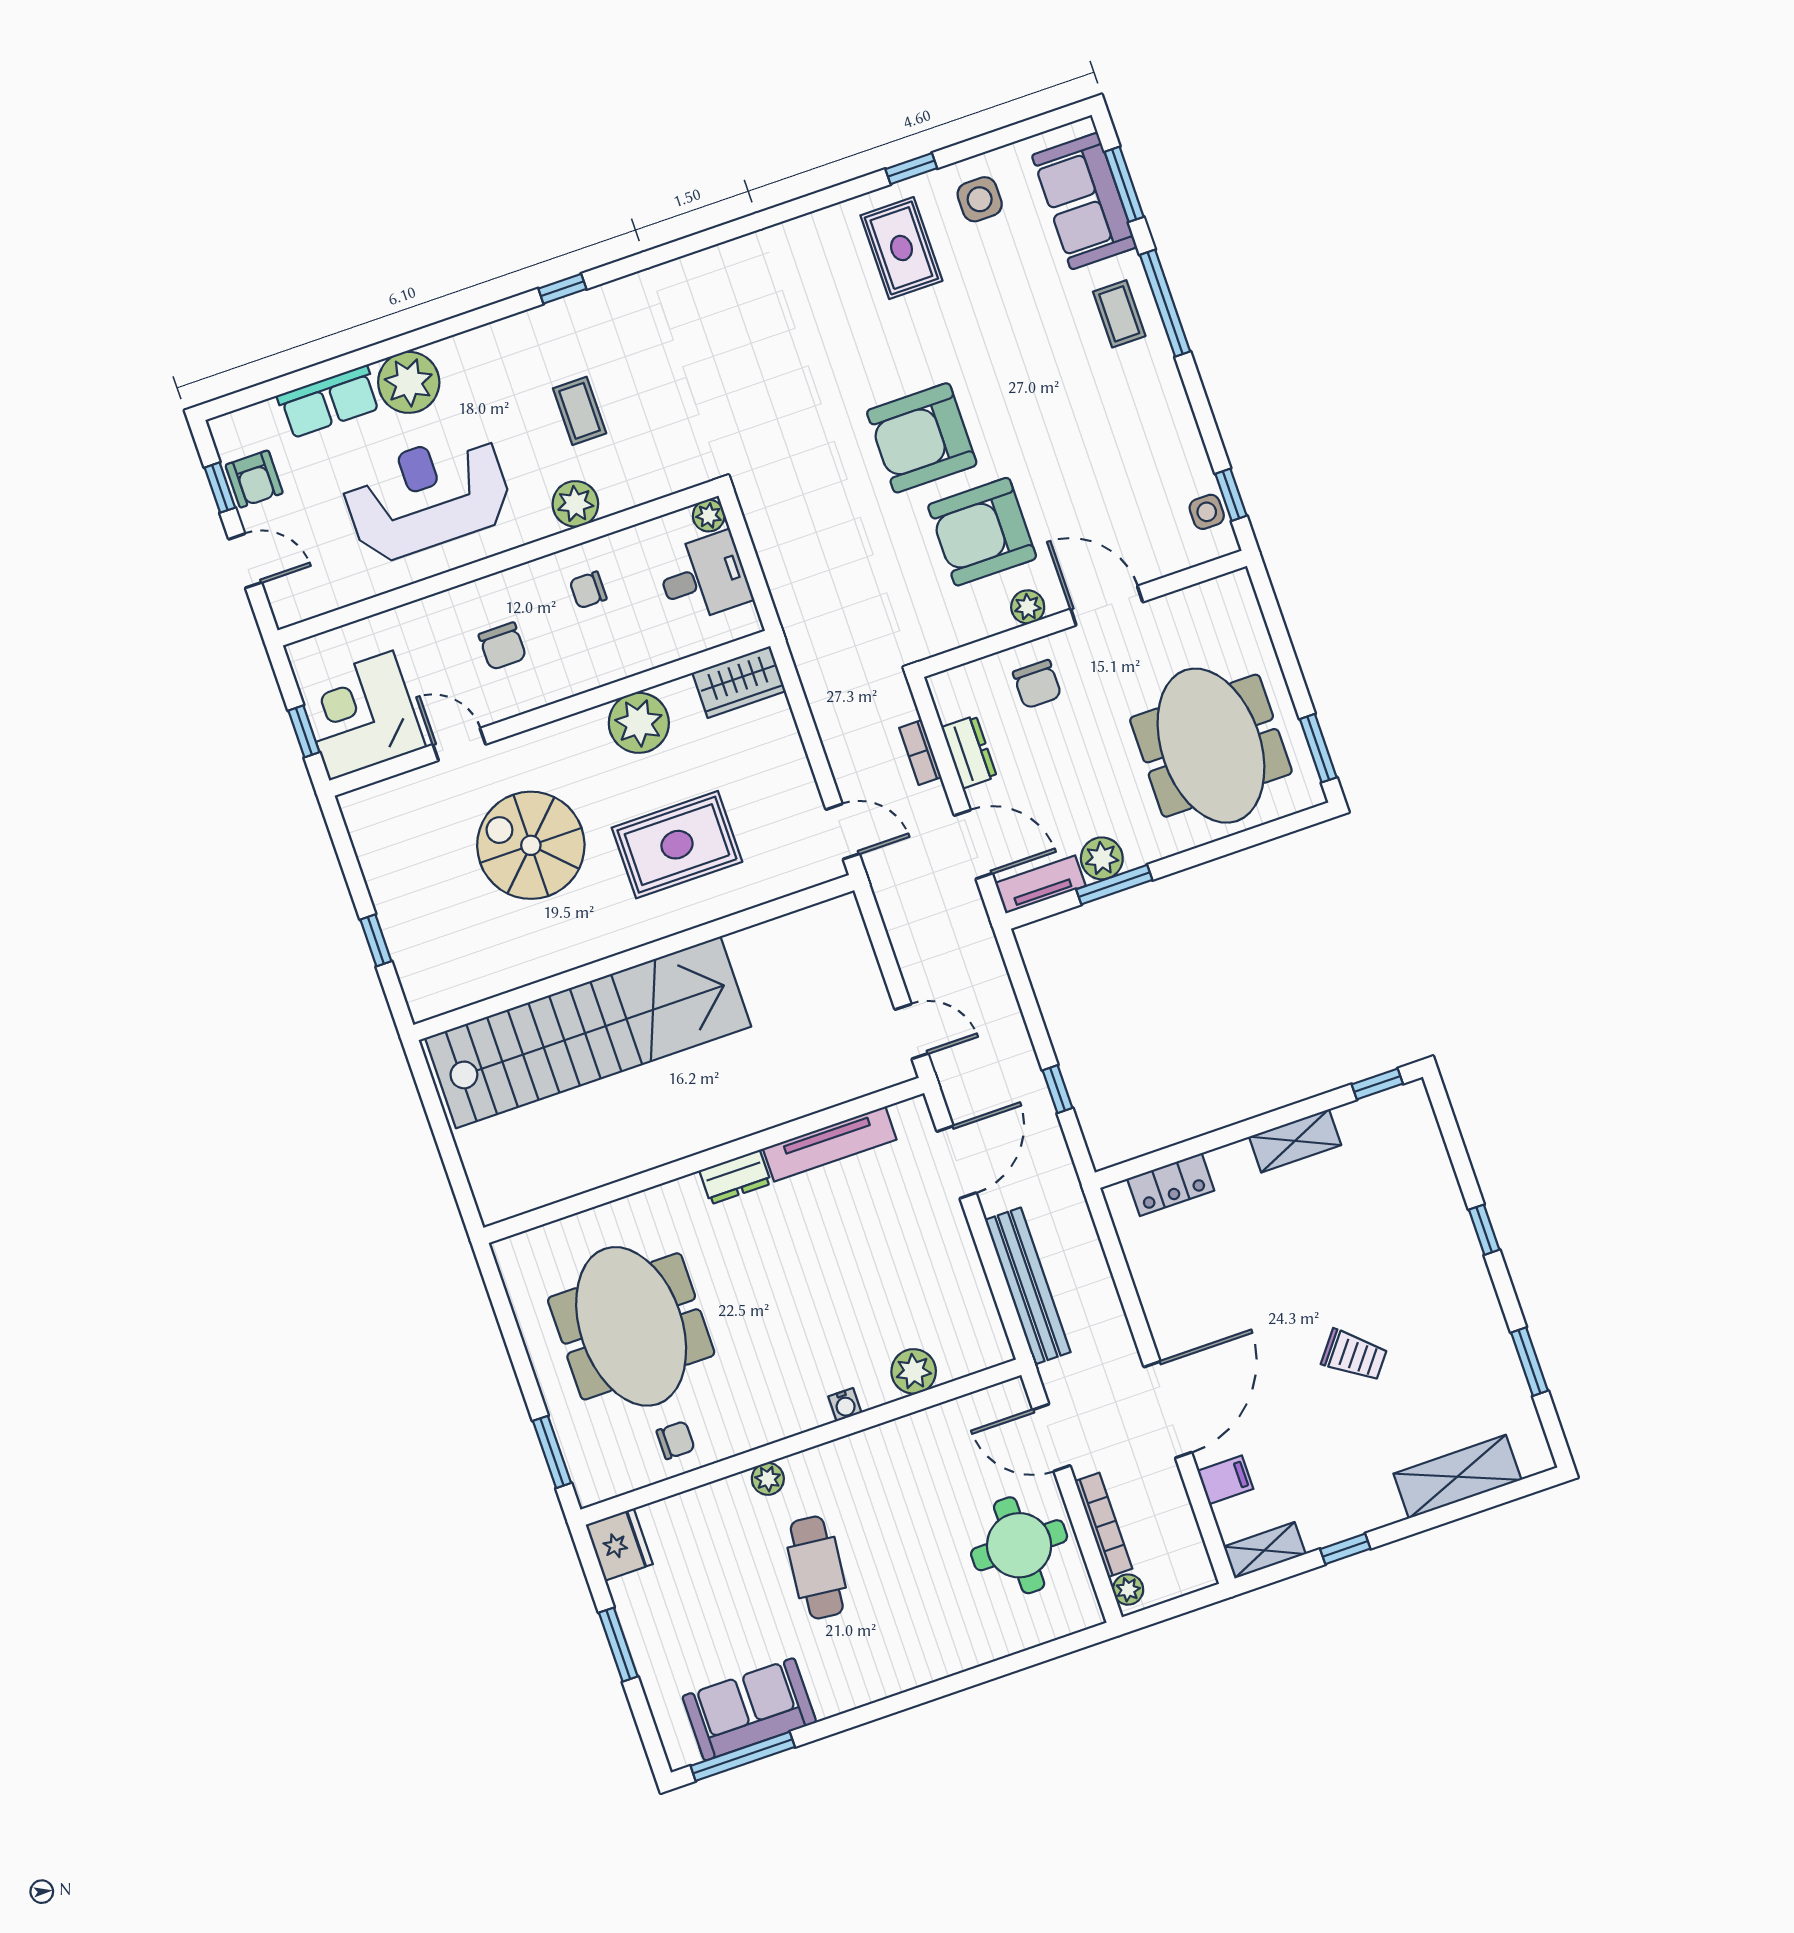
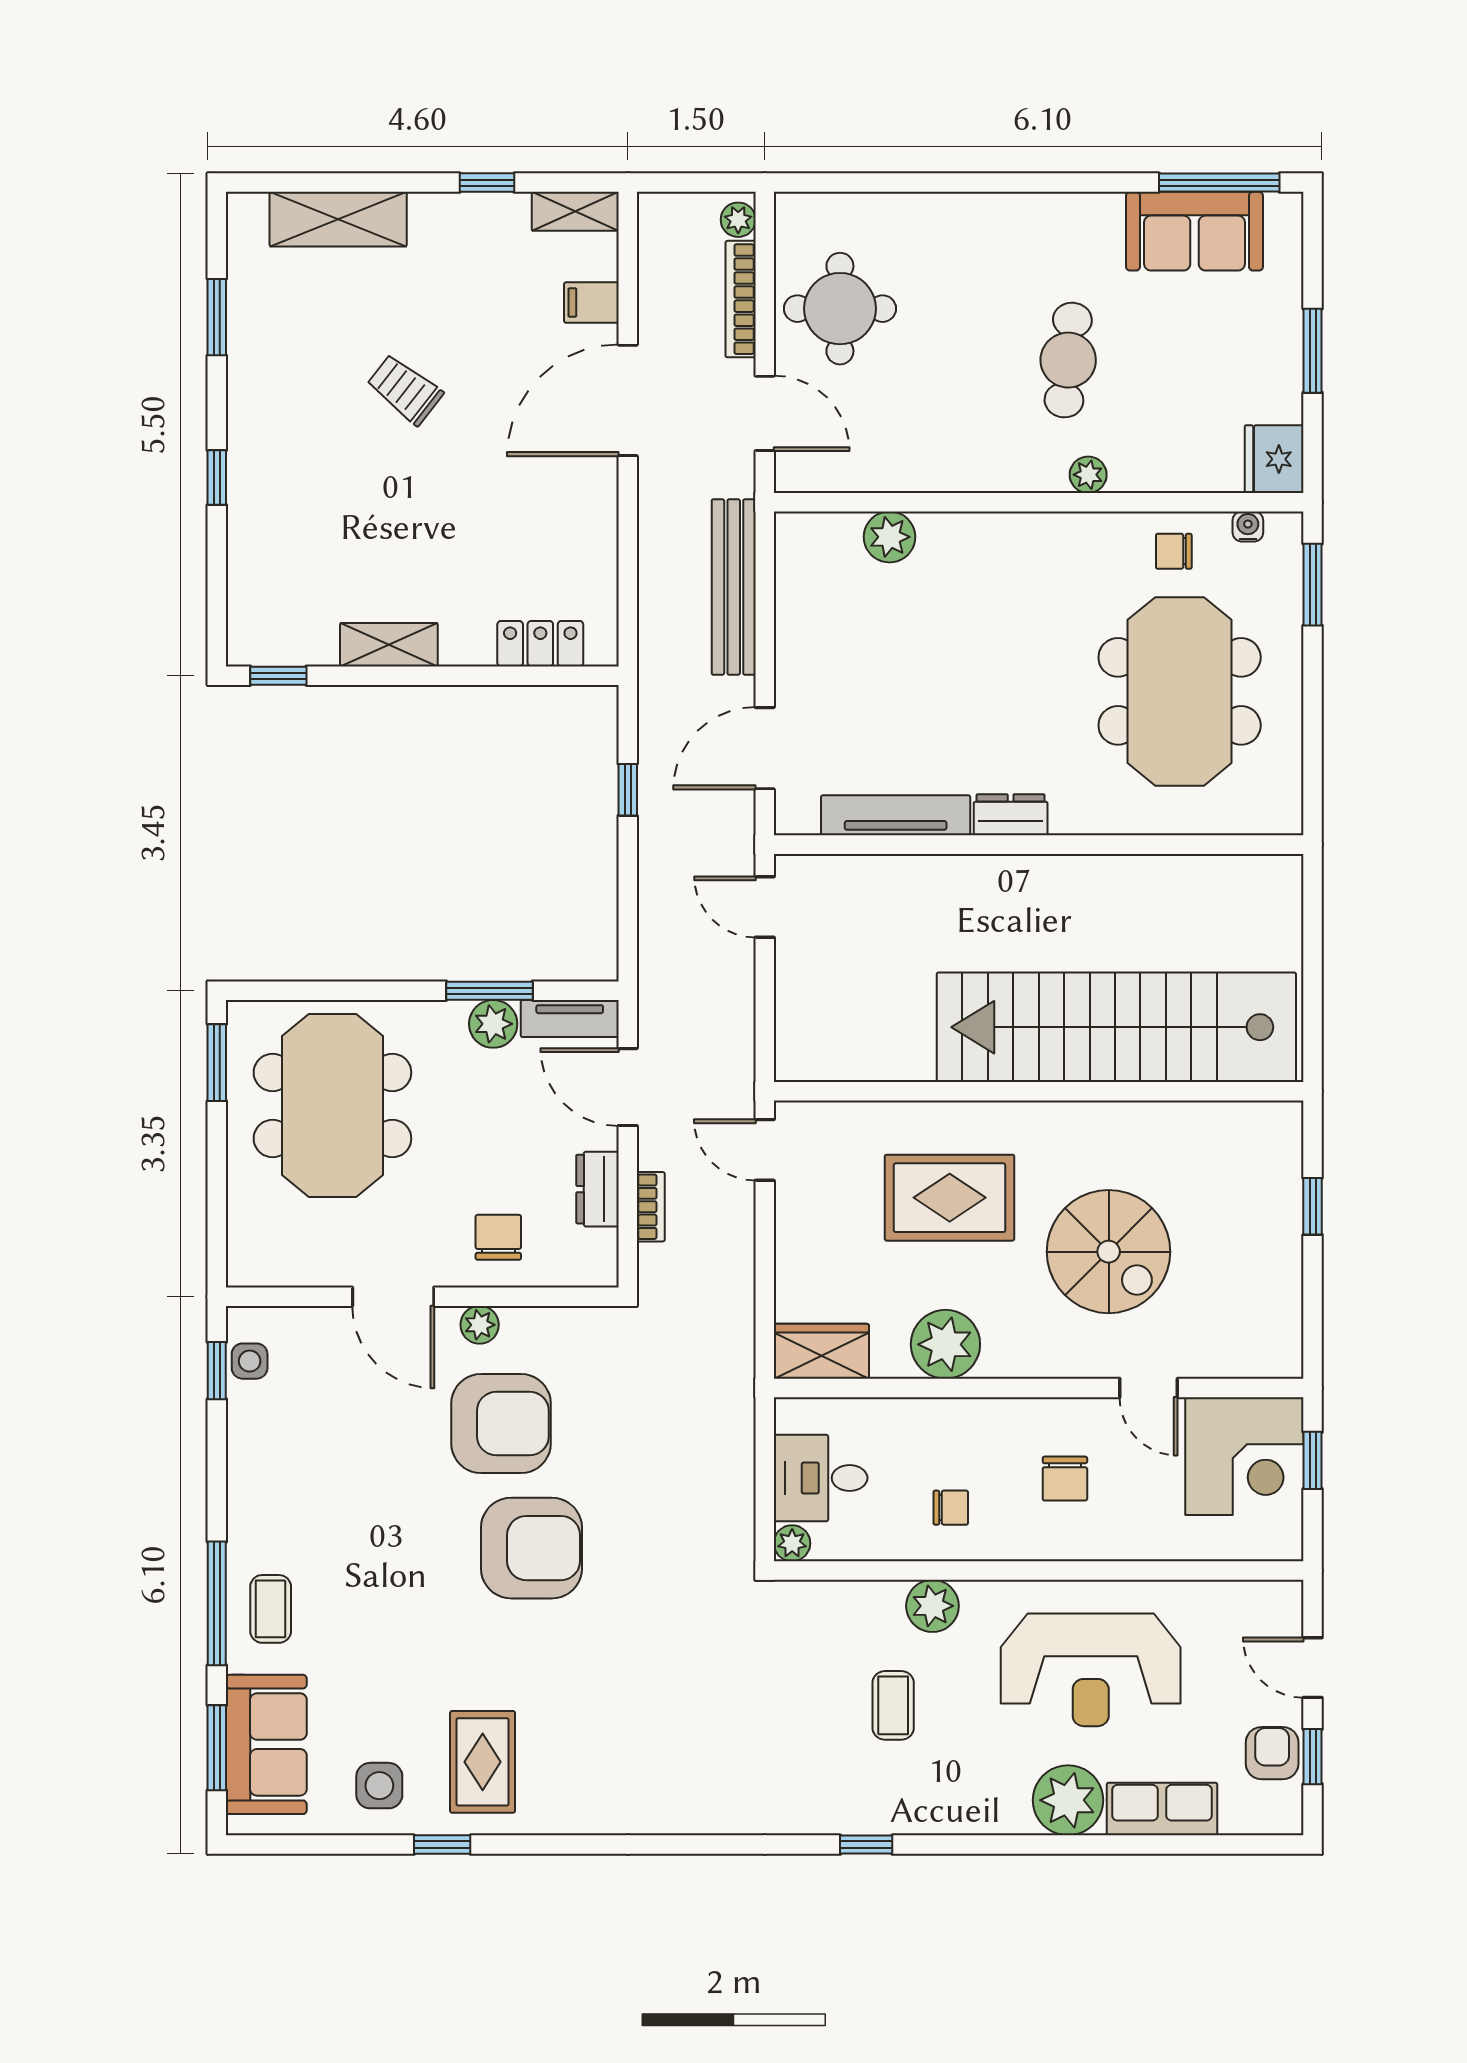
chair: (502, 646) -> (1065, 1479), turned 180
water cooler: (845, 1405) -> (1248, 526), moved

